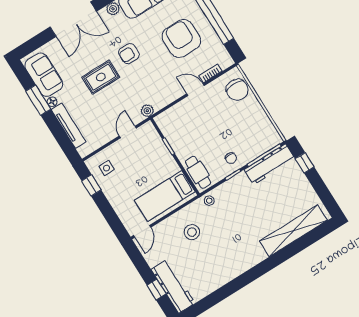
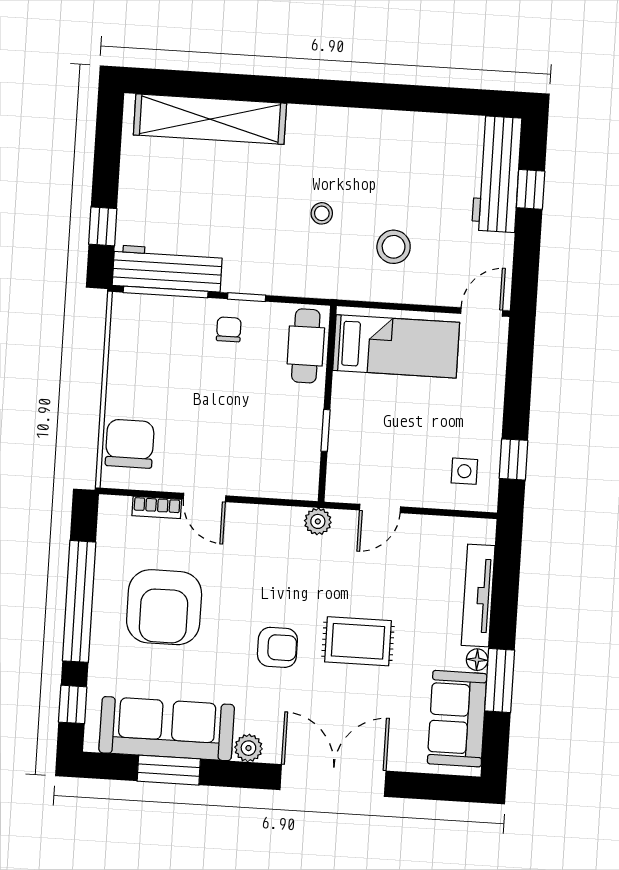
stool: (209, 201) -> (322, 213), moved

